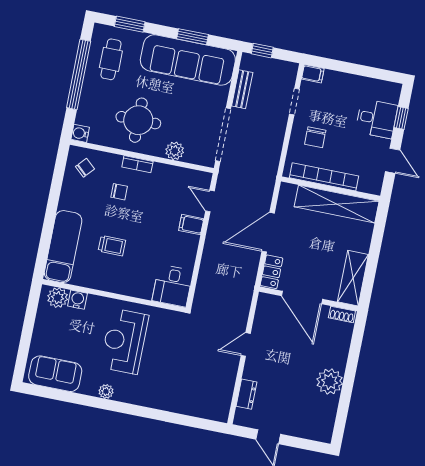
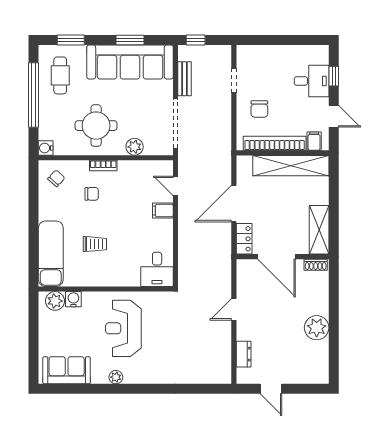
filing cabinet: (313, 74) -> (314, 141), moved, turned -90

